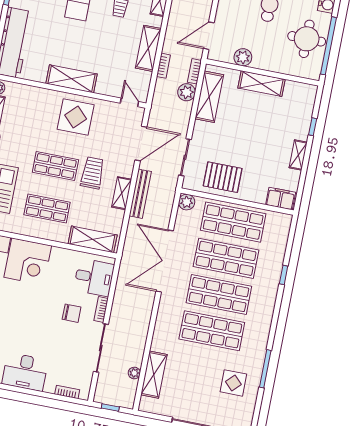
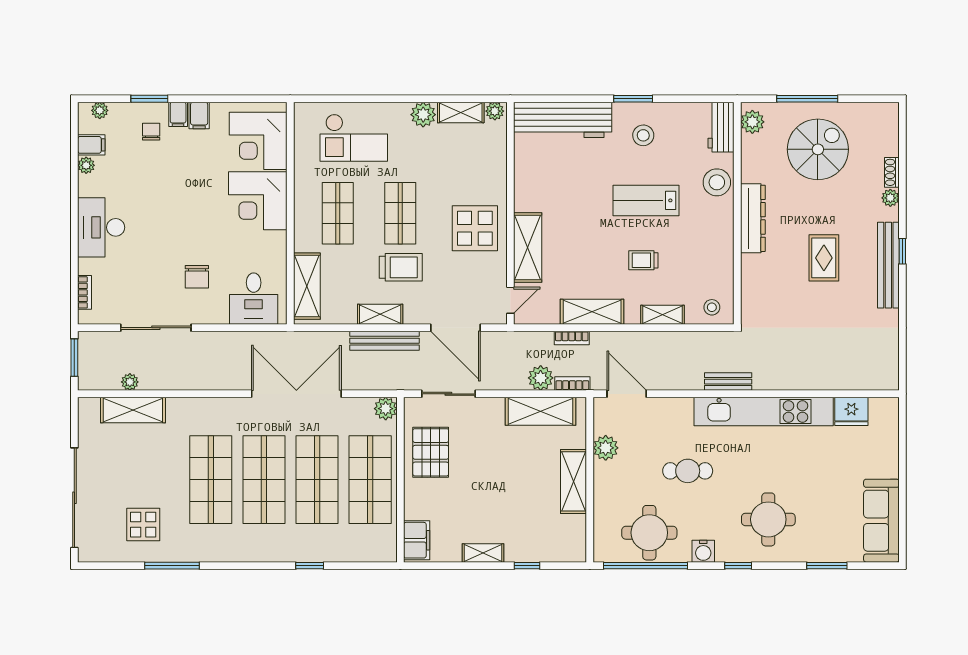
shelving: (72, 79) -> (528, 247), moved
bookcase: (101, 309) -> (210, 317), removed
window: (110, 407) -> (74, 358), width x1.50

